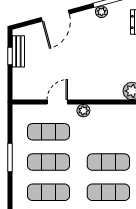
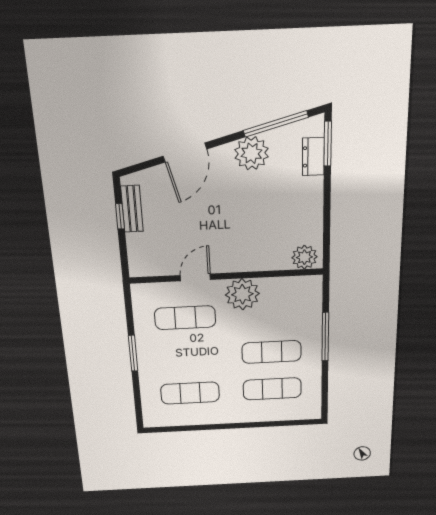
plant: (102, 12) -> (252, 153), width x1.87, depth x1.87
plant: (83, 111) -> (242, 294), width x1.88, depth x1.88
exercise mat: (49, 162) -> (188, 356), removed

